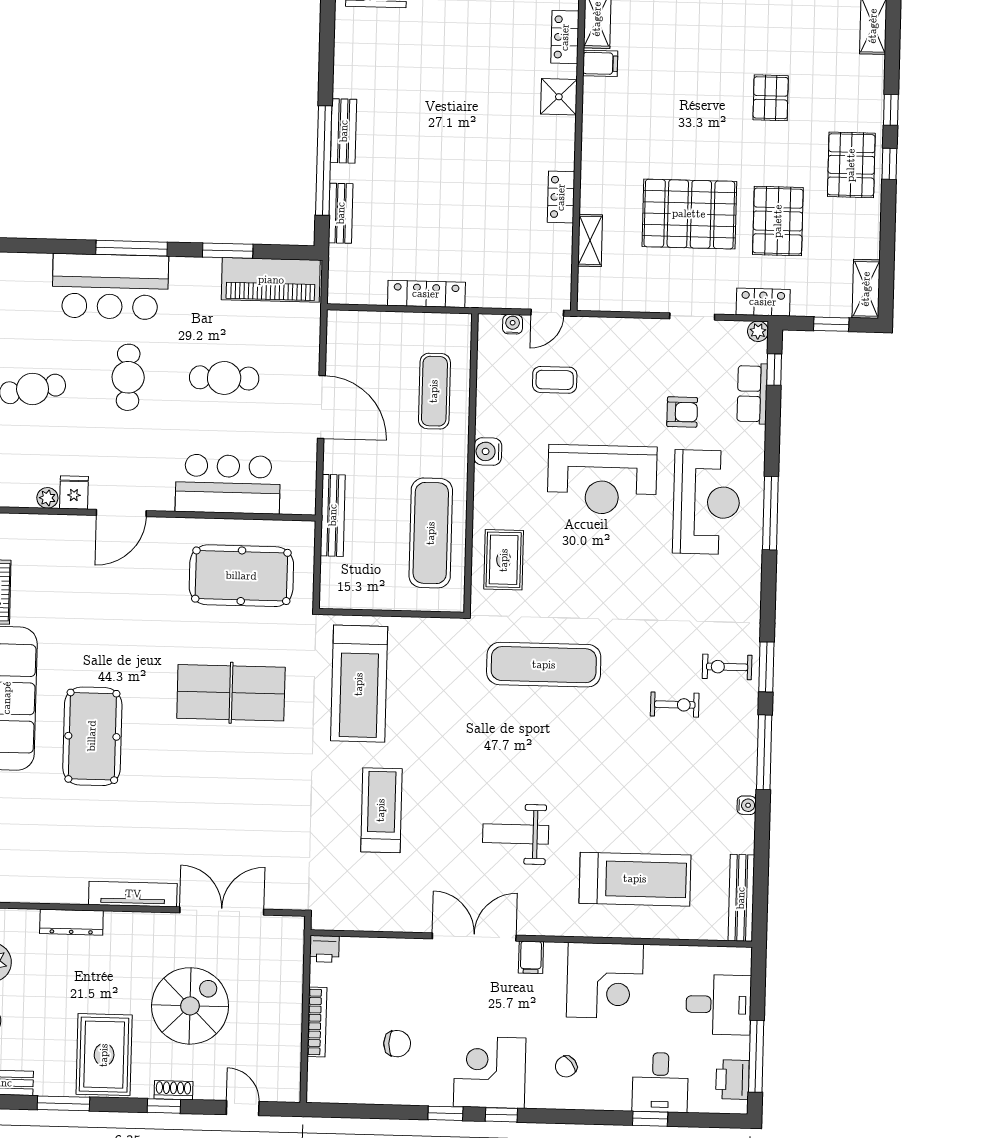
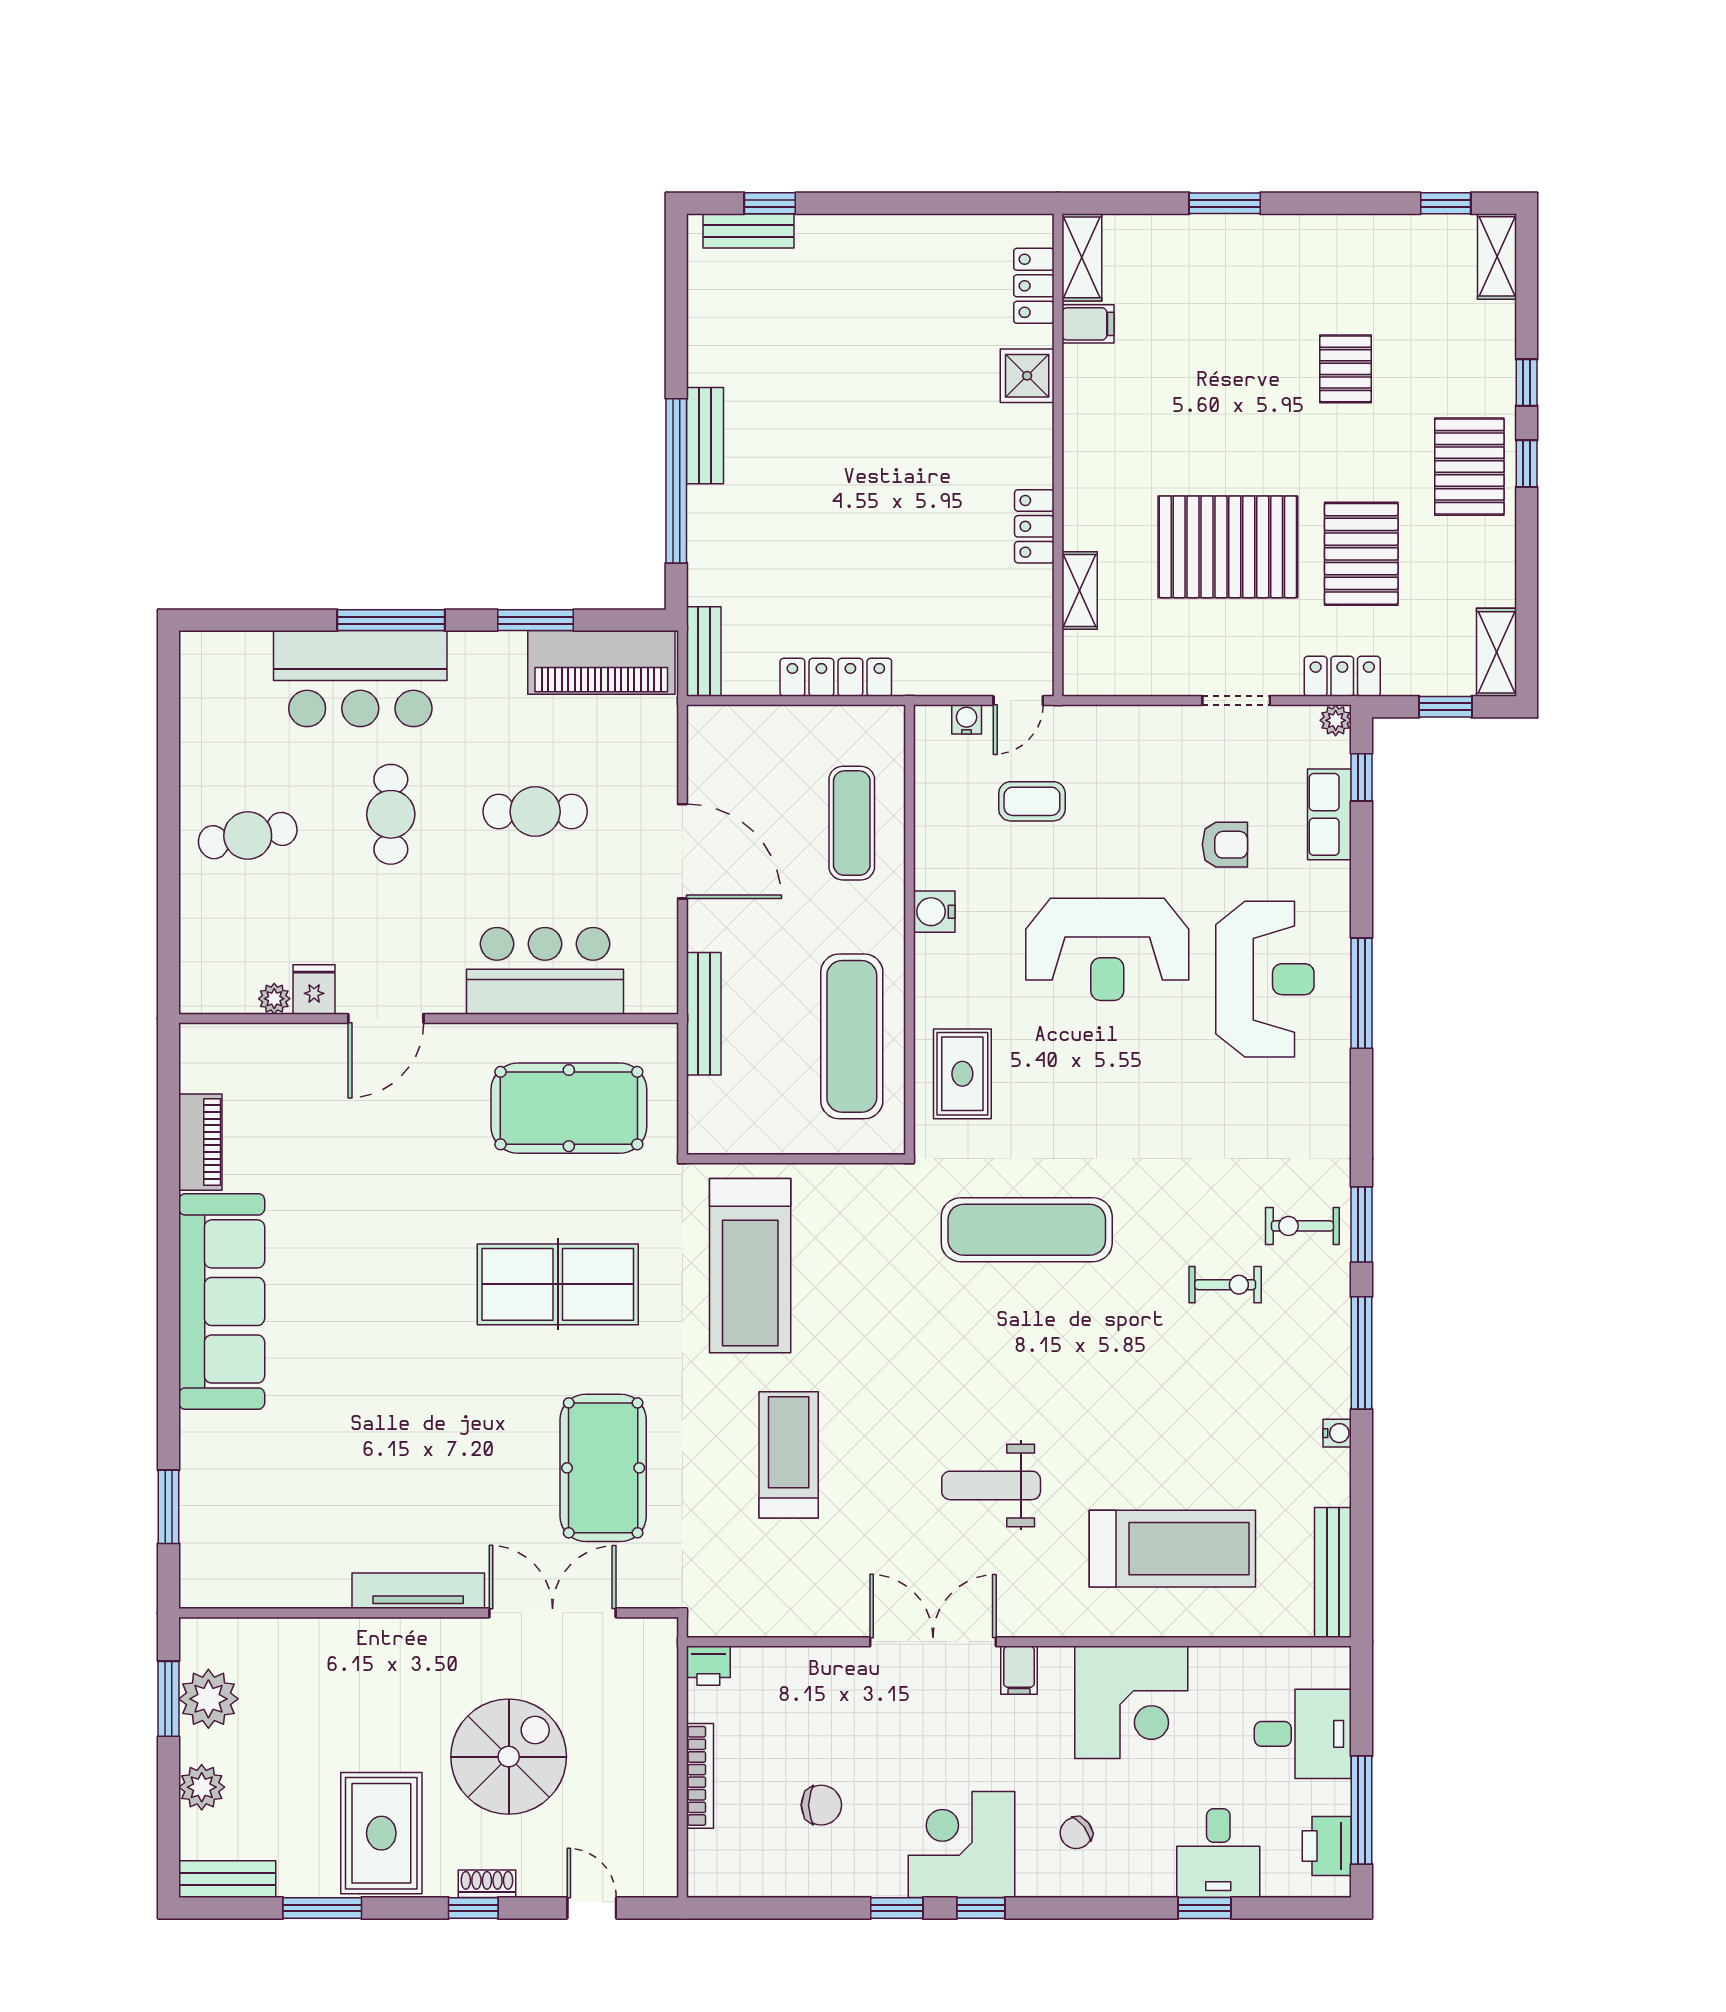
bench: (341, 213) -> (704, 652), moved
pool table: (92, 736) -> (603, 1468), moved
dresser: (71, 922) -> (327, 1636), removed

